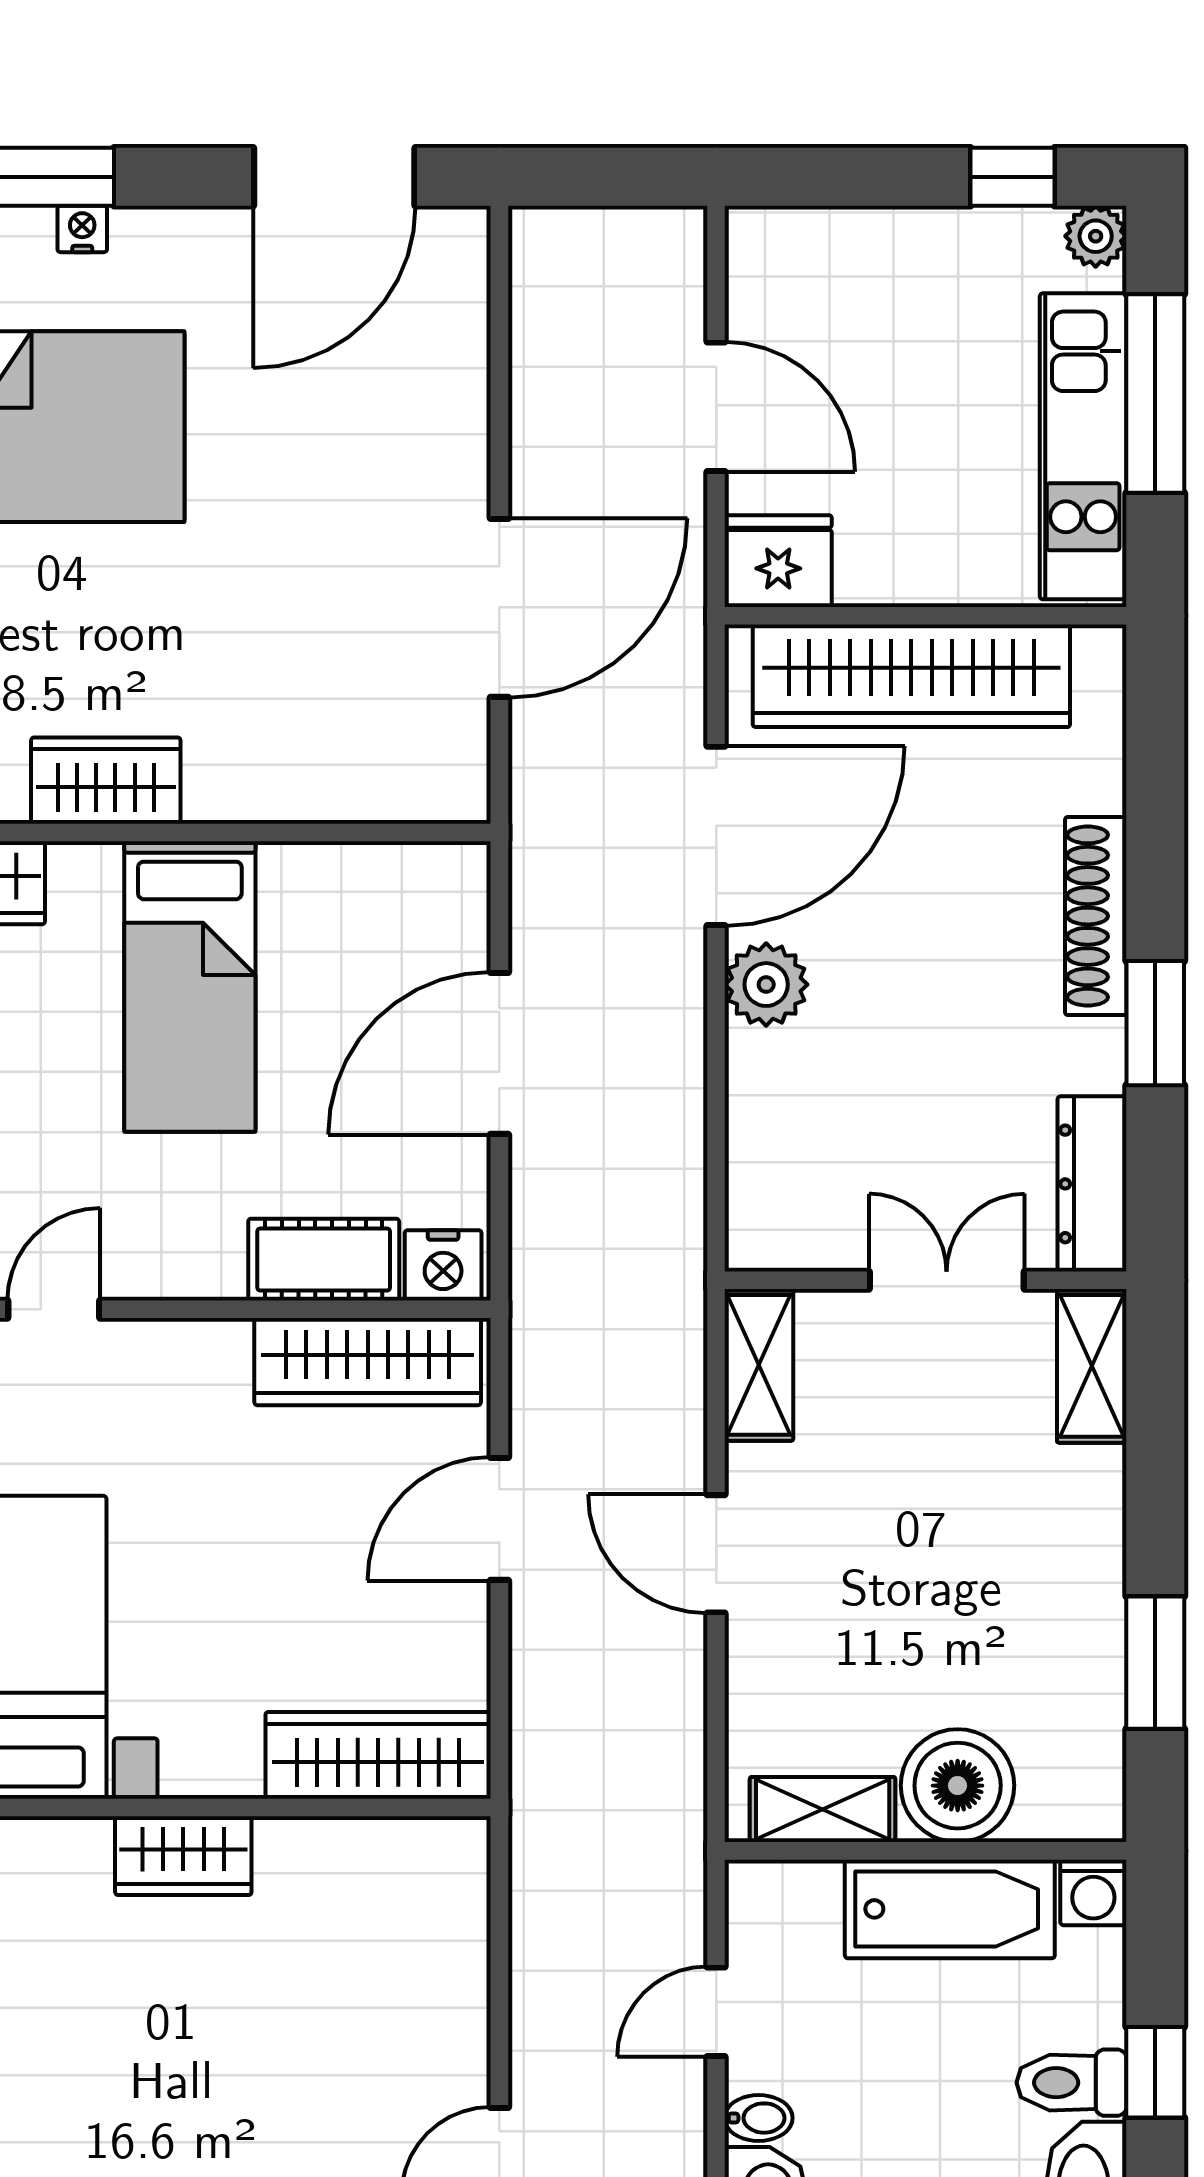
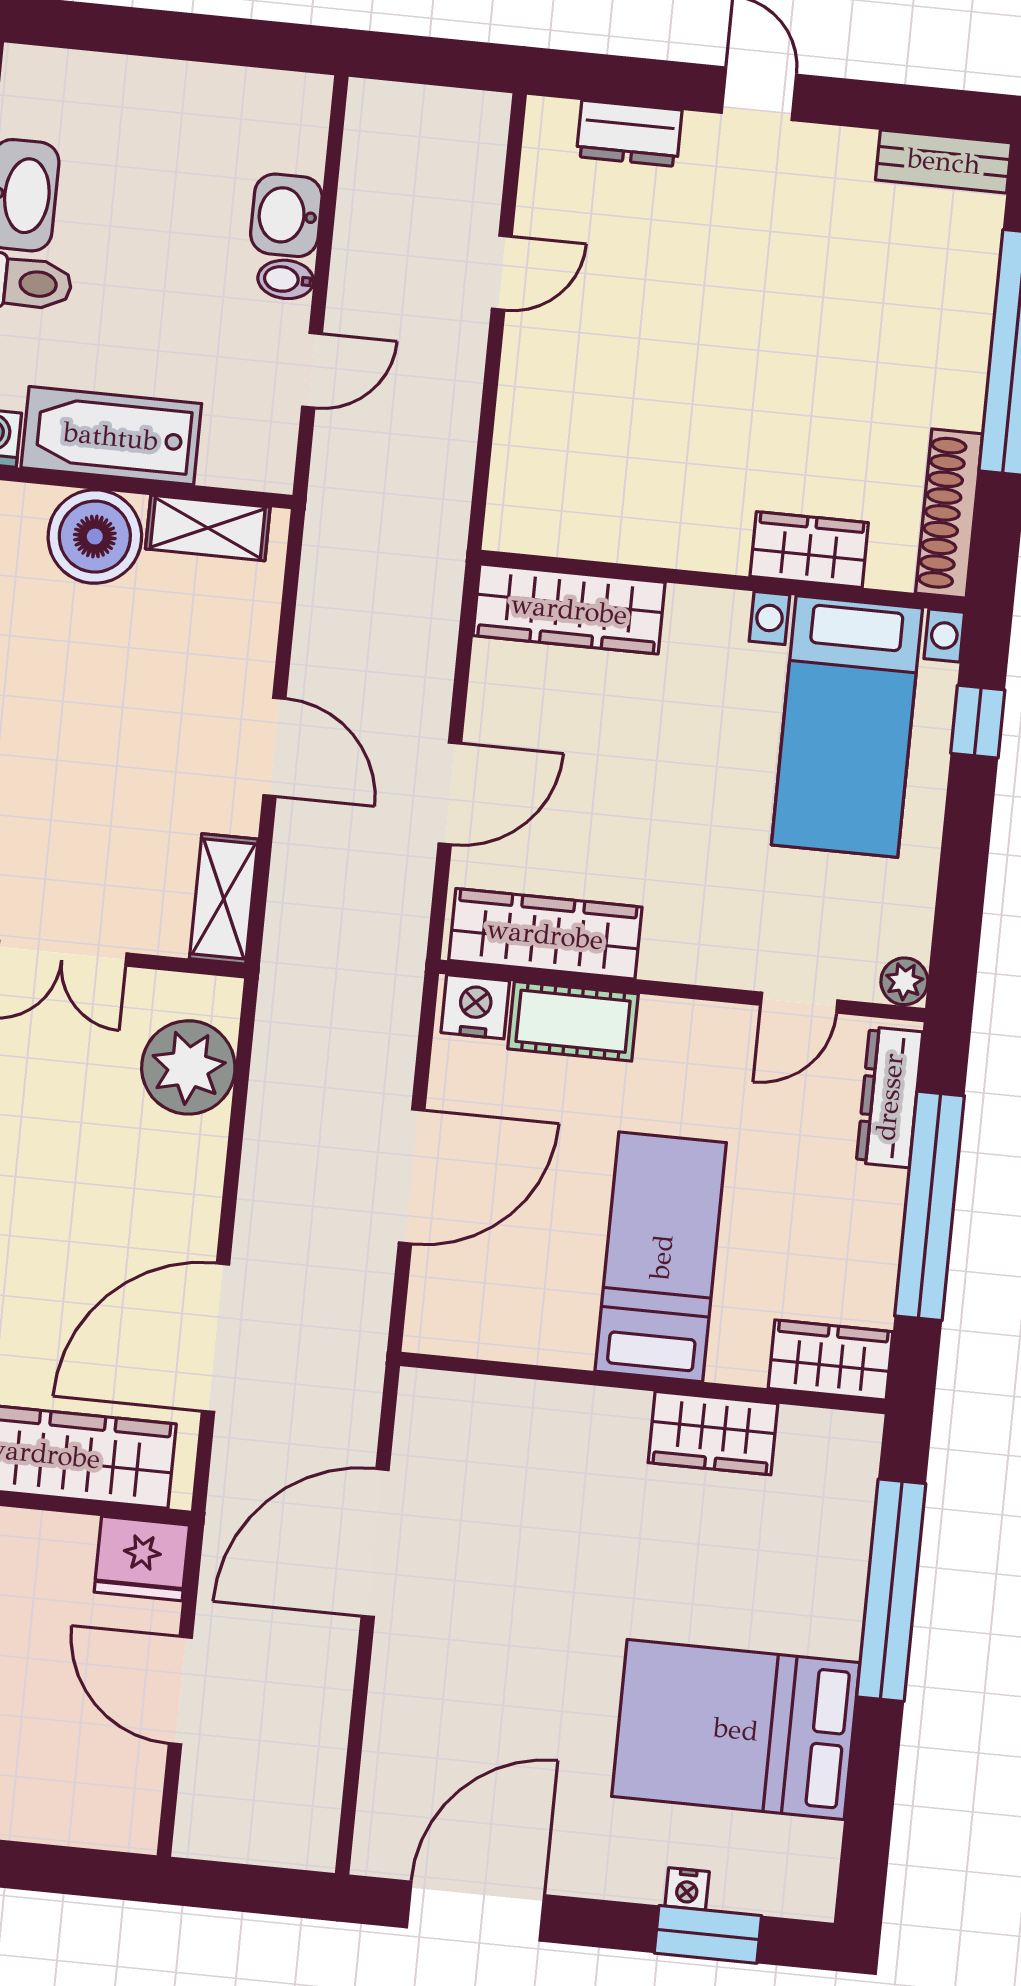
plant: (766, 985) -> (188, 1067), moved, width x1.36, depth x1.36
wardrobe: (183, 1856) -> (809, 550), moved

